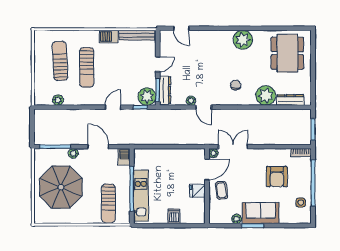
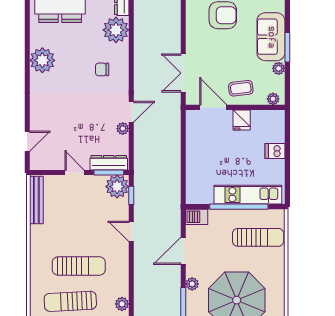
barbecue: (109, 37) -> (38, 237), removed
plant: (213, 153) -> (273, 99), moved

